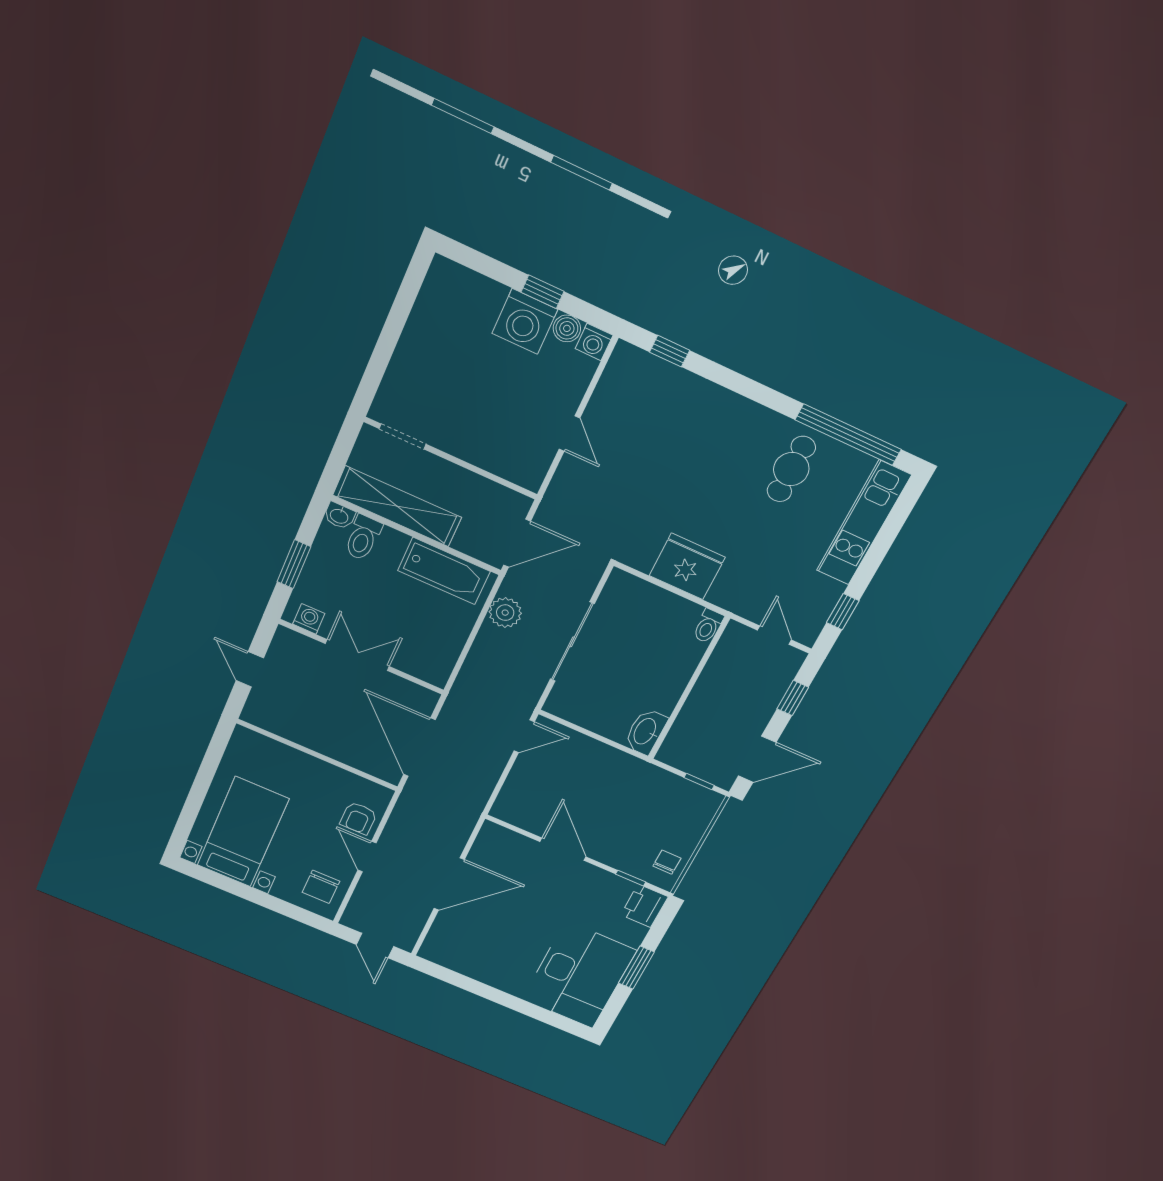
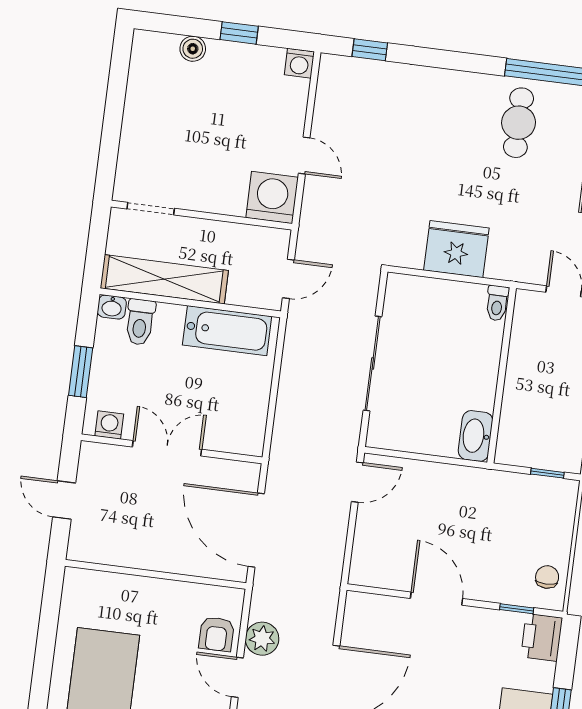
washing machine: (525, 321) -> (272, 197), moved, turned 180
boiler: (567, 328) -> (193, 49), moved
door: (517, 543) -> (288, 279), width x0.73
plant: (505, 613) -> (262, 639), moved

